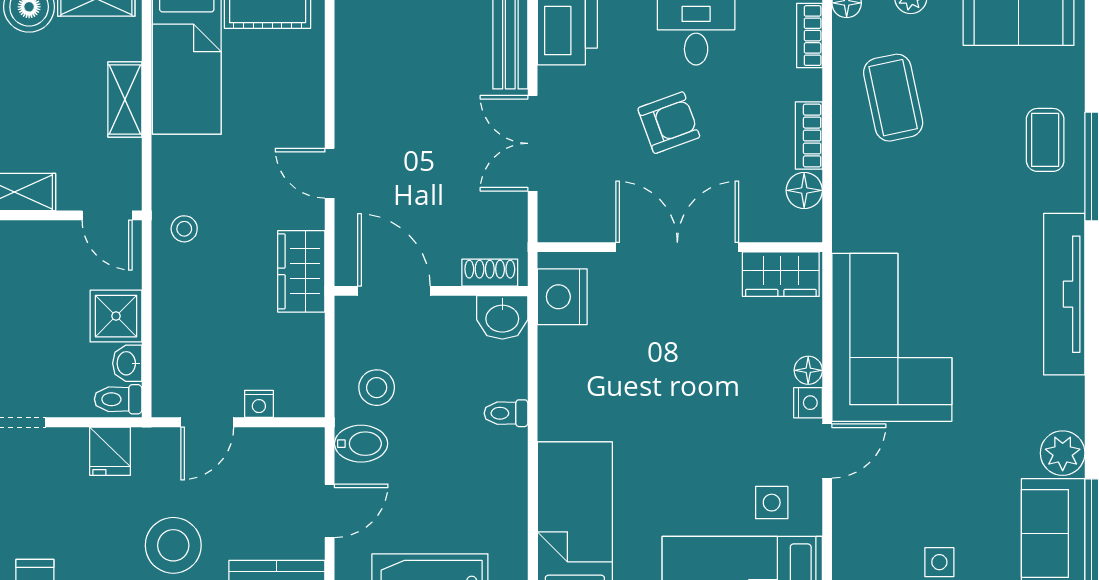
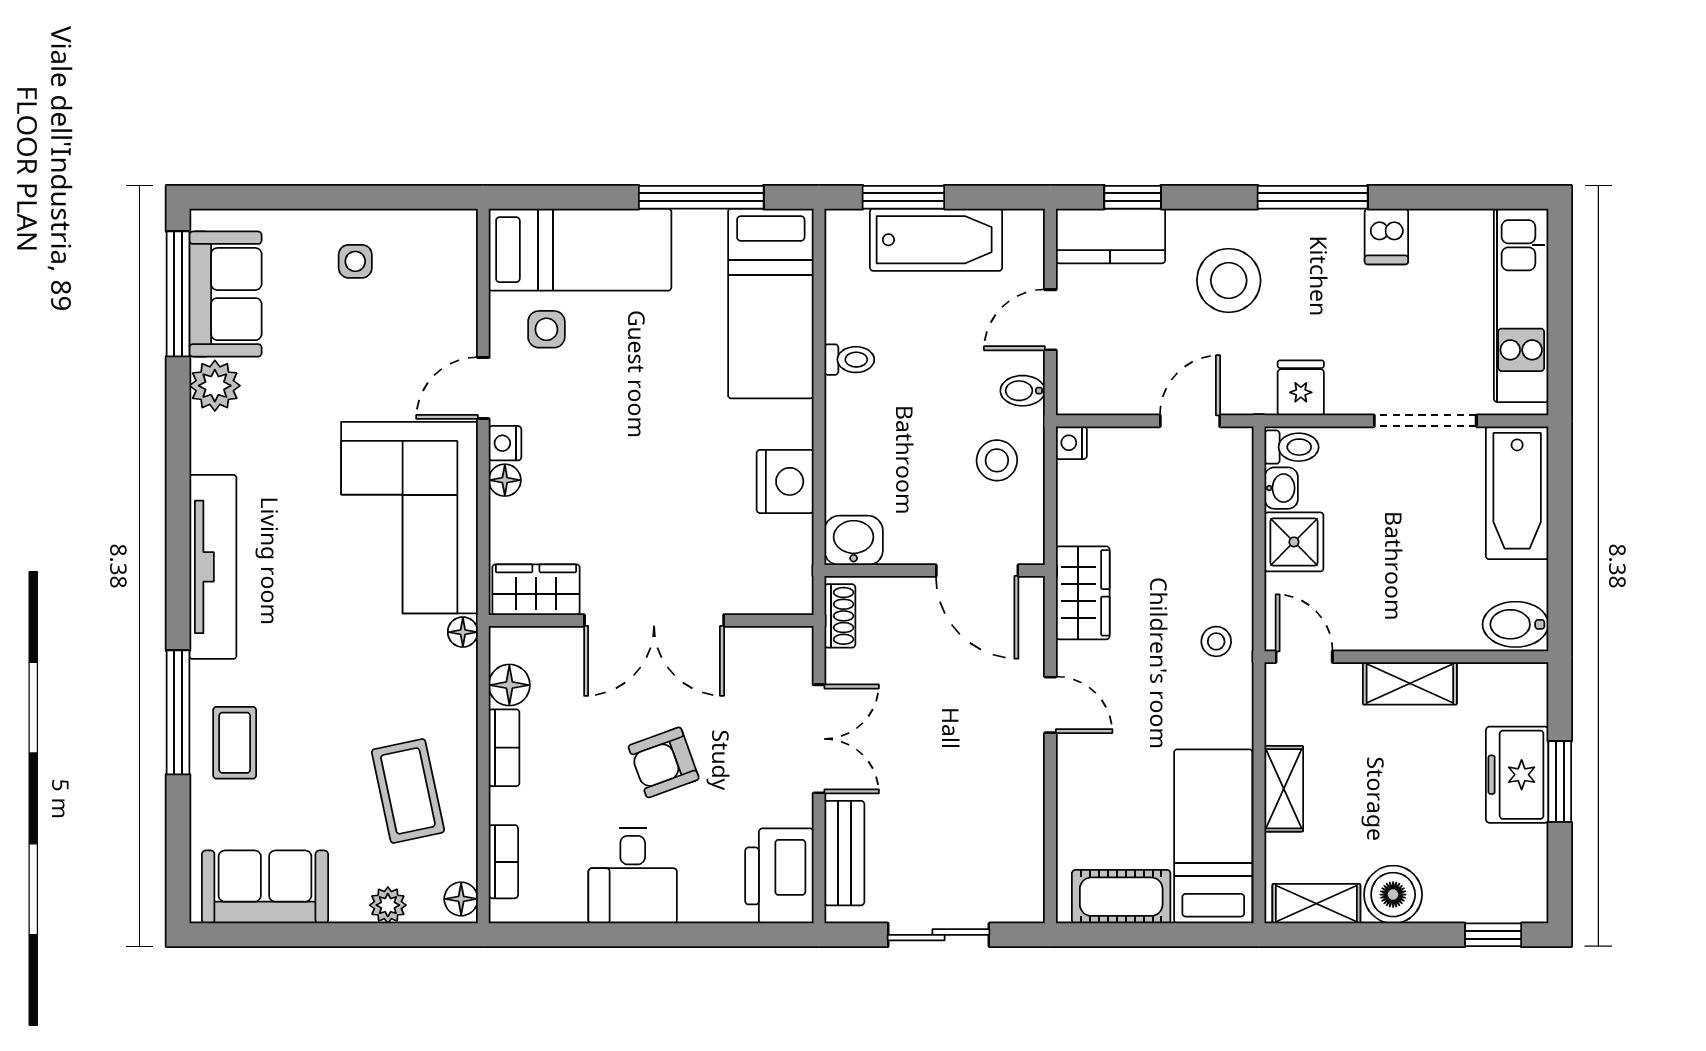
floor lamp: (845, 237) -> (463, 632), added
shoe rack: (490, 273) -> (840, 616), moved, turned -90
nightstand: (562, 297) -> (785, 481), moved
nightstand: (259, 404) -> (1071, 443), moved, turned -90
toilet: (506, 413) -> (849, 360), moved
bidet: (361, 444) -> (1023, 391), width x0.72, depth x0.74

